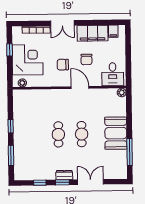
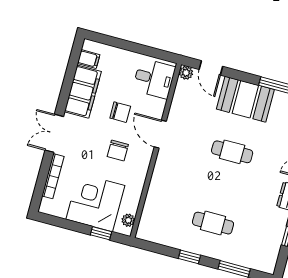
double door: (62, 23) -> (54, 133), swing flipped
window: (10, 50) -> (101, 233), moved
door: (80, 87) -> (160, 134), hinge flipped
door: (129, 107) -> (211, 68), added
cafe table: (58, 134) -> (213, 223), moved

